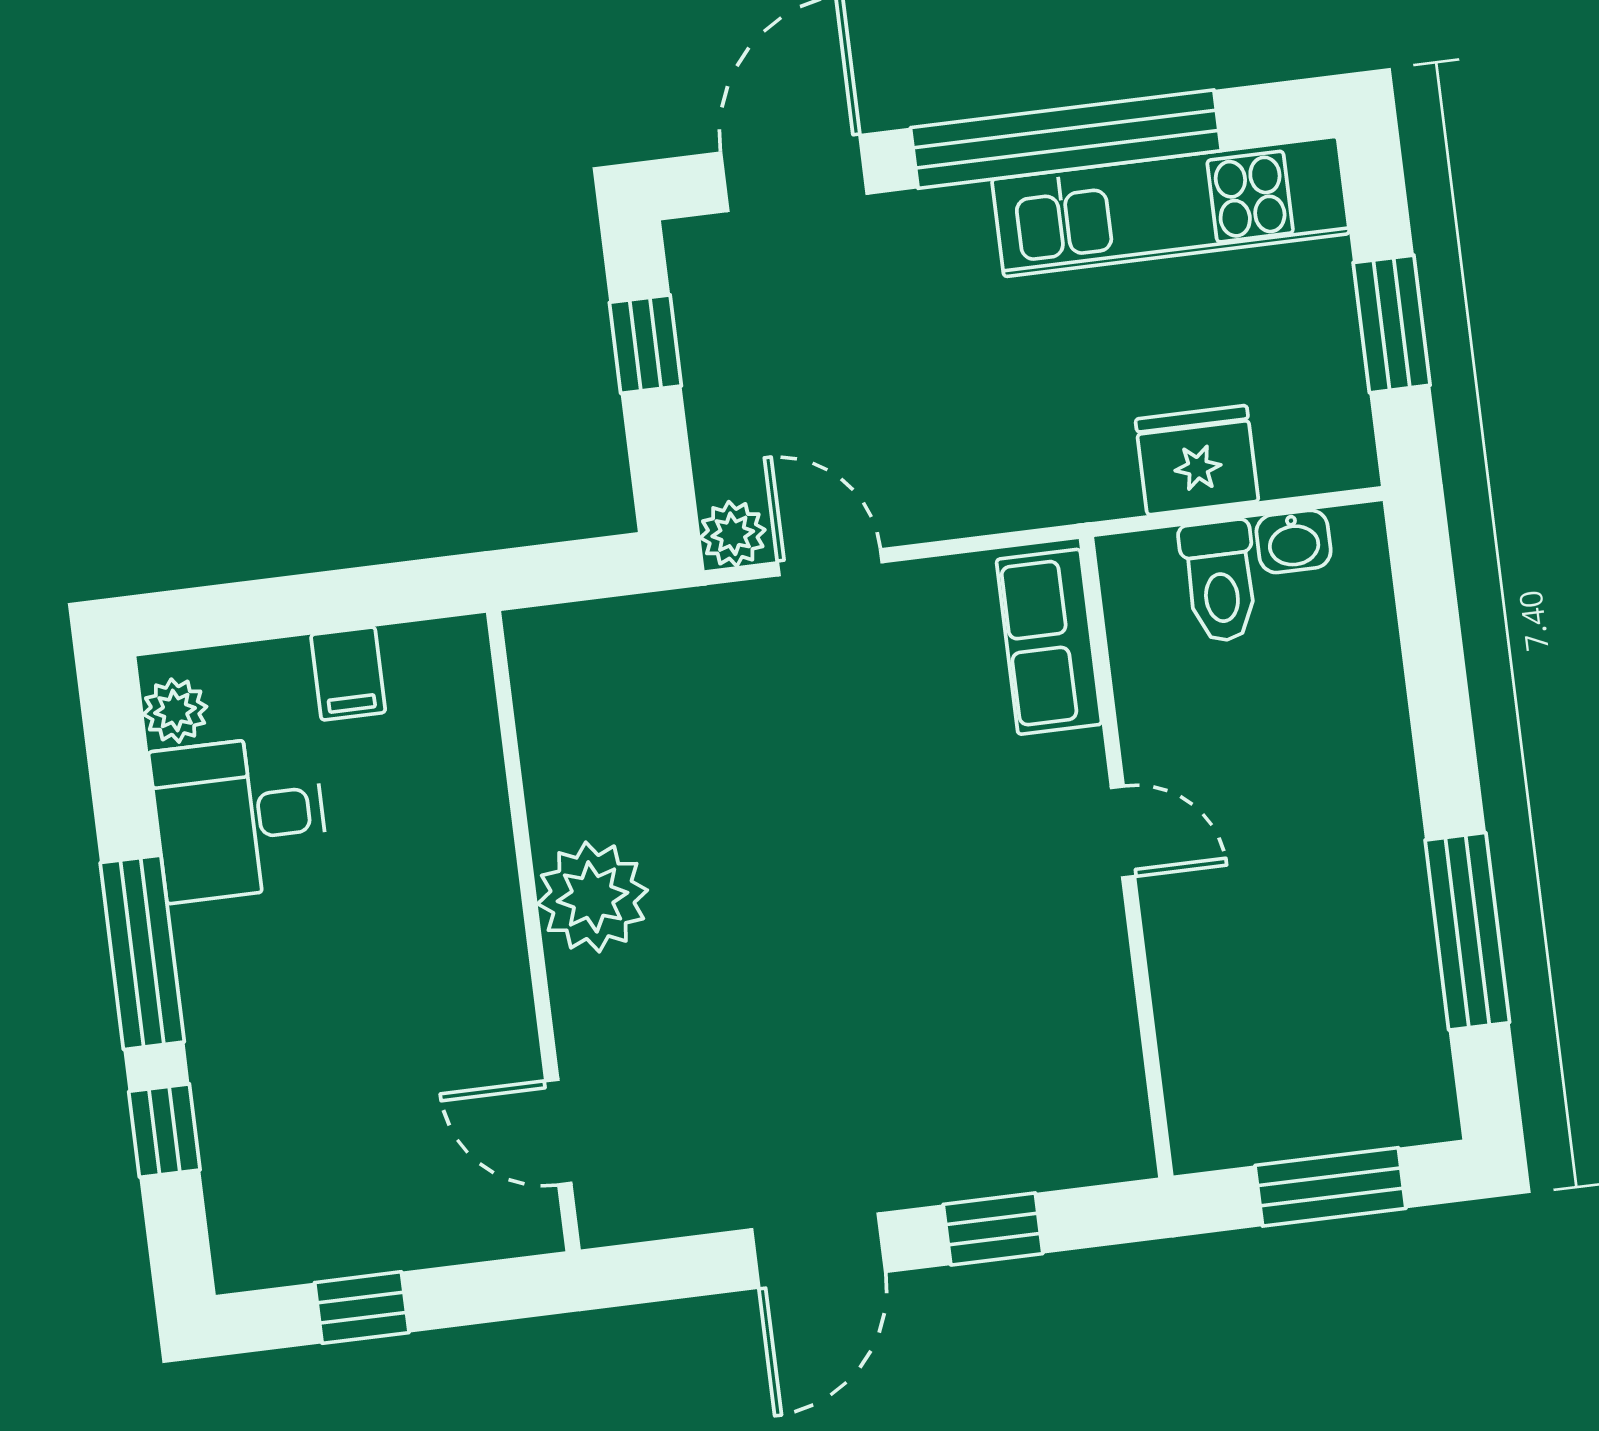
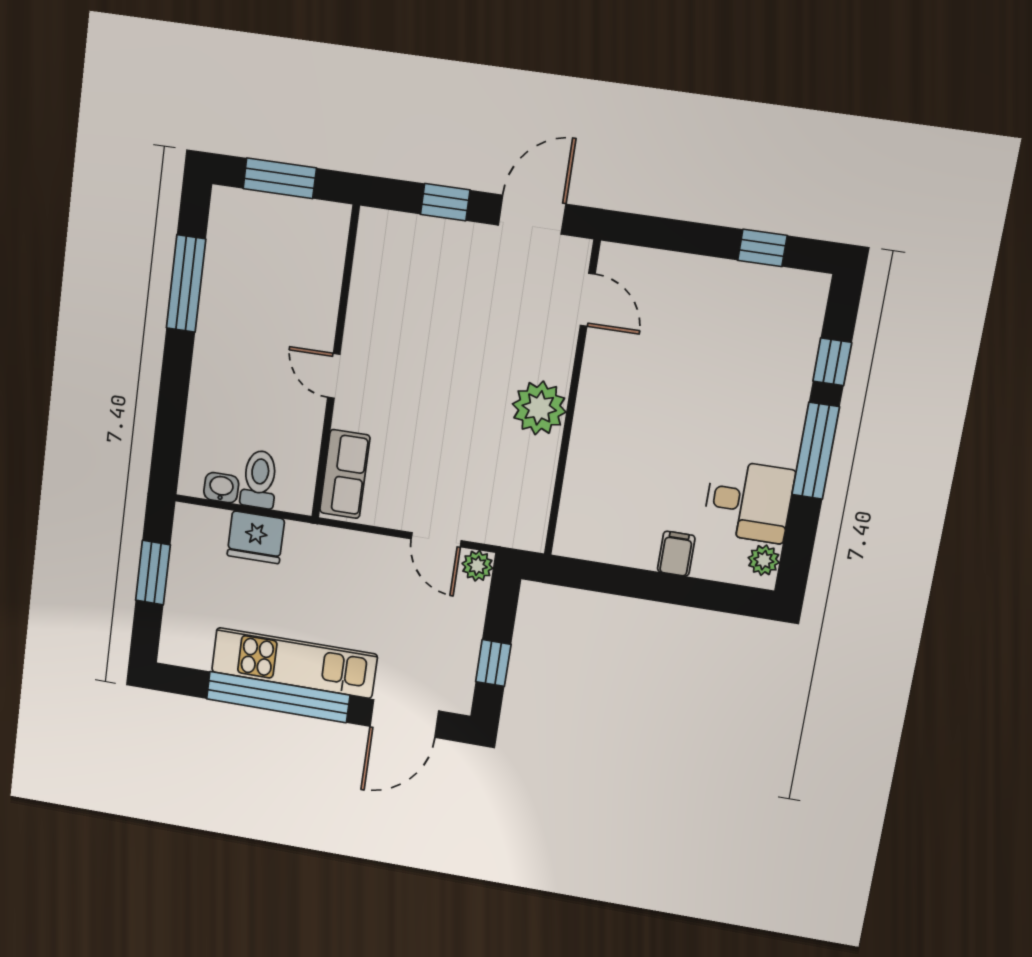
kitchen unit: (1171, 206) -> (294, 663), moved
plant: (593, 897) -> (539, 408), moved
wall: (533, 931) -> (572, 400), moved
door: (558, 1132) -> (588, 300), moved

